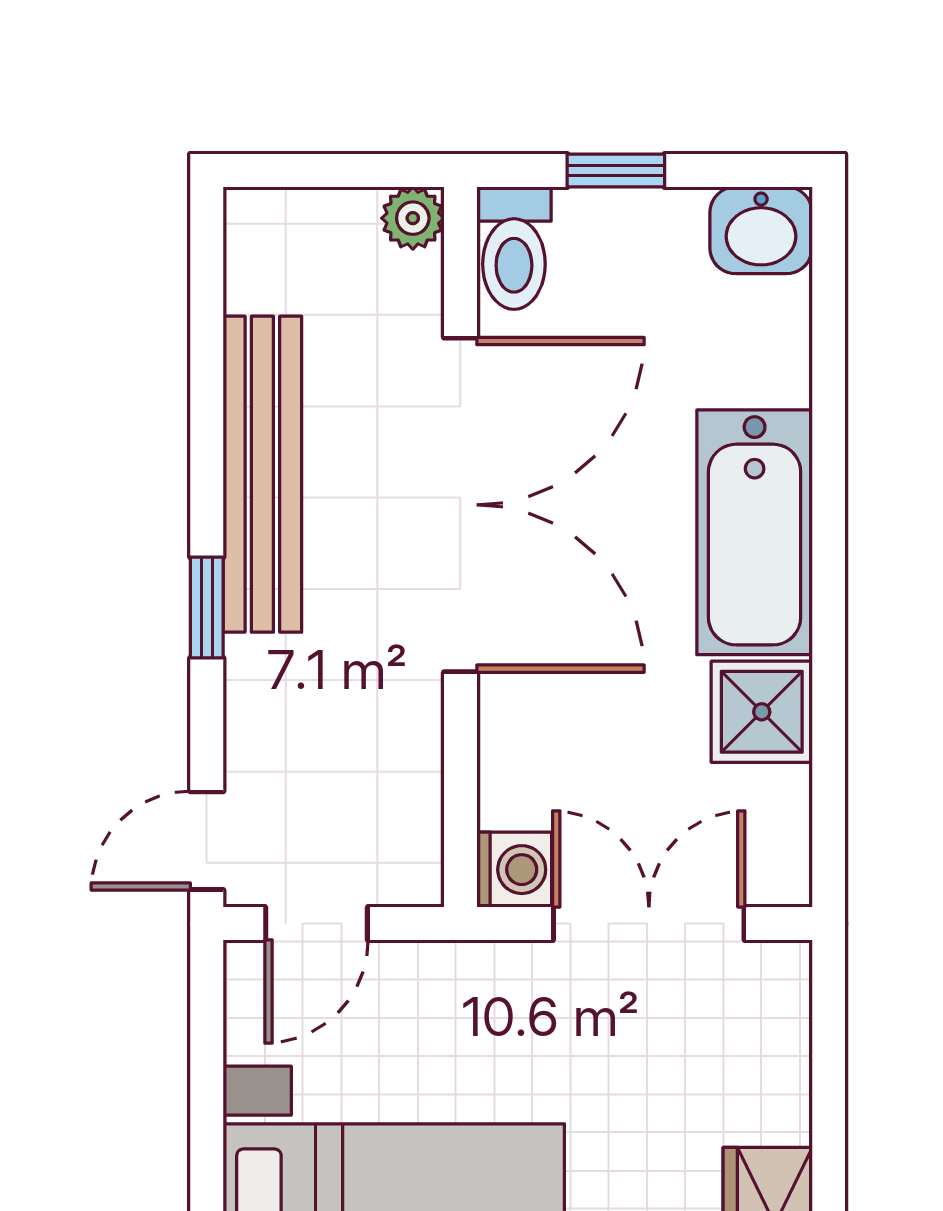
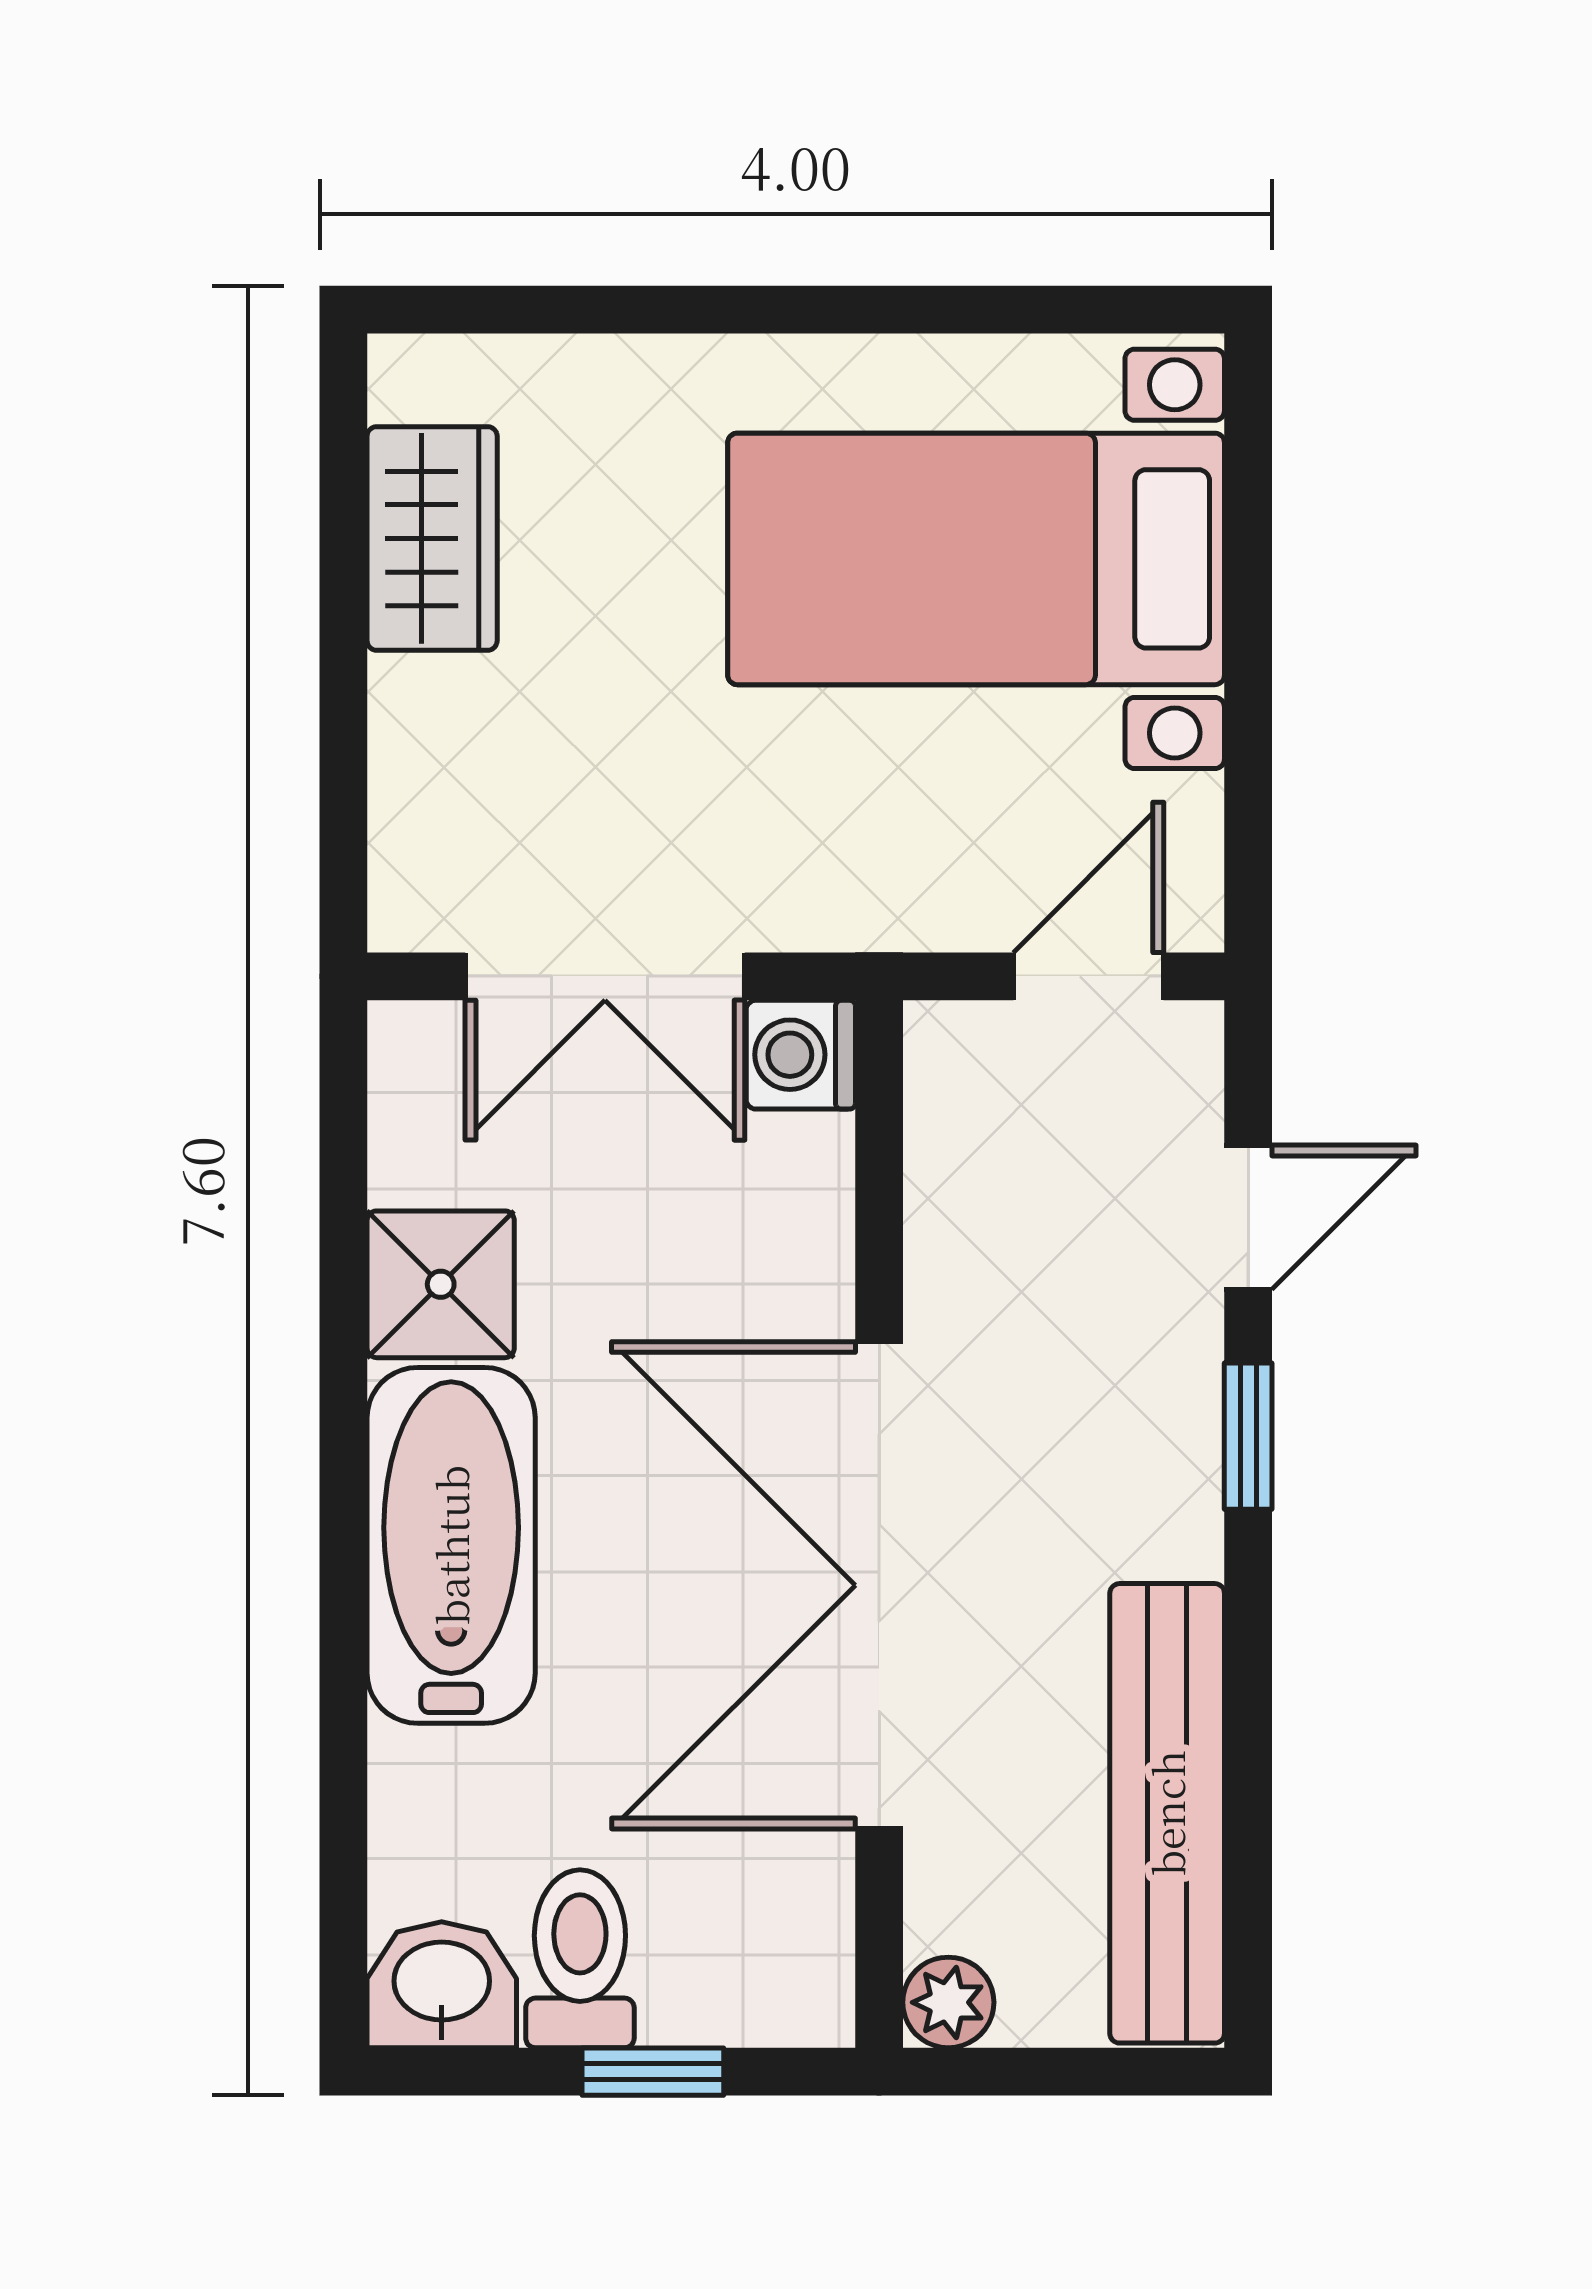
toilet: (514, 248) -> (580, 1959), moved
bench: (262, 474) -> (1167, 1813), moved
door: (207, 841) -> (1248, 1217), moved

